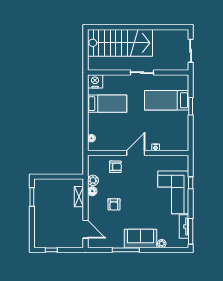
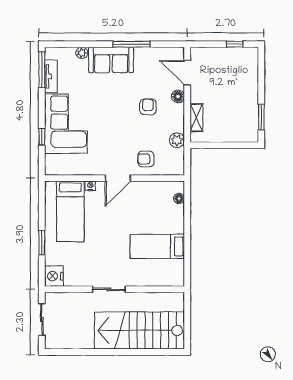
nightstand: (95, 81) -> (54, 276), moved, turned 90
bed: (167, 100) -> (70, 211), moved, turned 90
floor lamp: (92, 191) -> (178, 96), moved

